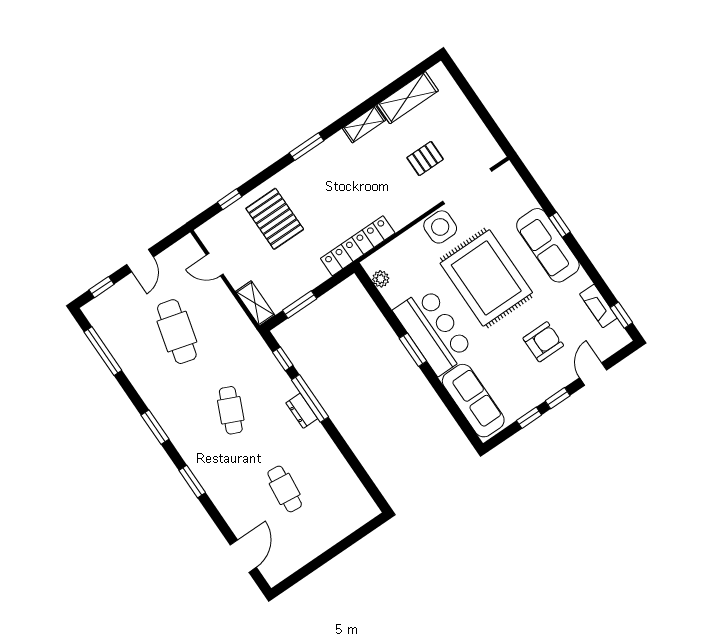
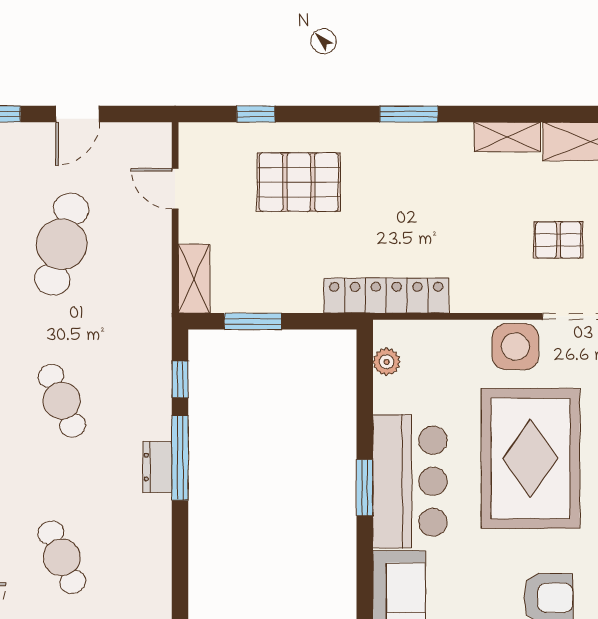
pallet: (275, 219) -> (299, 182), turned 90
cafe table: (231, 410) -> (62, 401), turned -48
cafe table: (285, 489) -> (62, 557), turned -30

